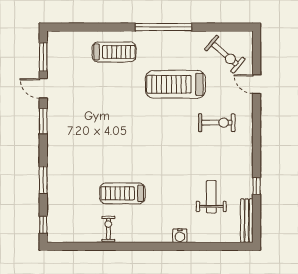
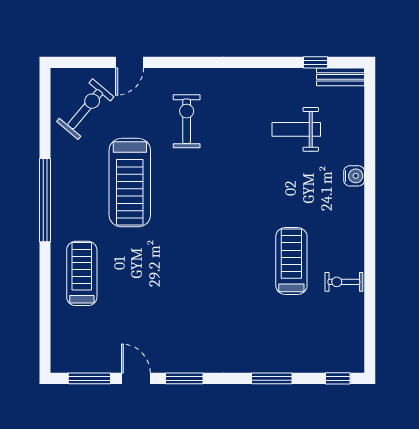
door: (43, 88) -> (136, 378), swing flipped
window: (257, 186) -> (316, 62), moved
treadmill: (122, 193) -> (291, 261), turned 180
bench: (247, 221) -> (341, 77), width x0.73

